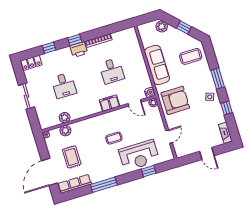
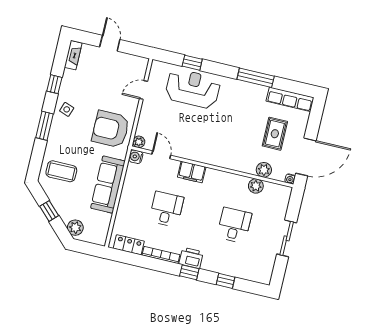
locker: (31, 63) -> (129, 245), moved
coffee table: (114, 138) -> (211, 127), removed
door: (49, 172) -> (306, 157), moved

